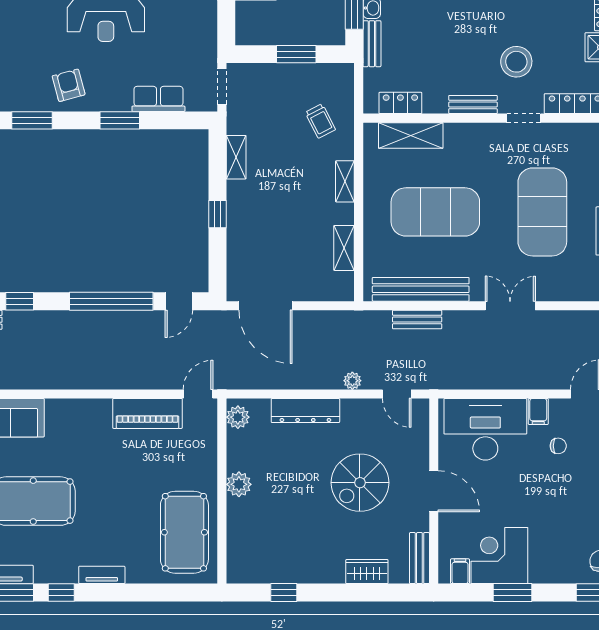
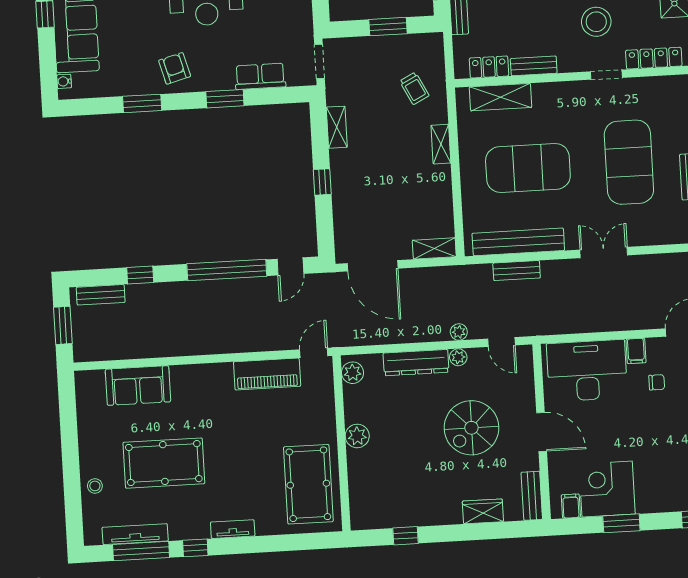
bench: (473, 105) -> (534, 66), moved
shelving: (344, 248) -> (434, 248), moved, turned 90
plant: (350, 407) -> (458, 357), added

